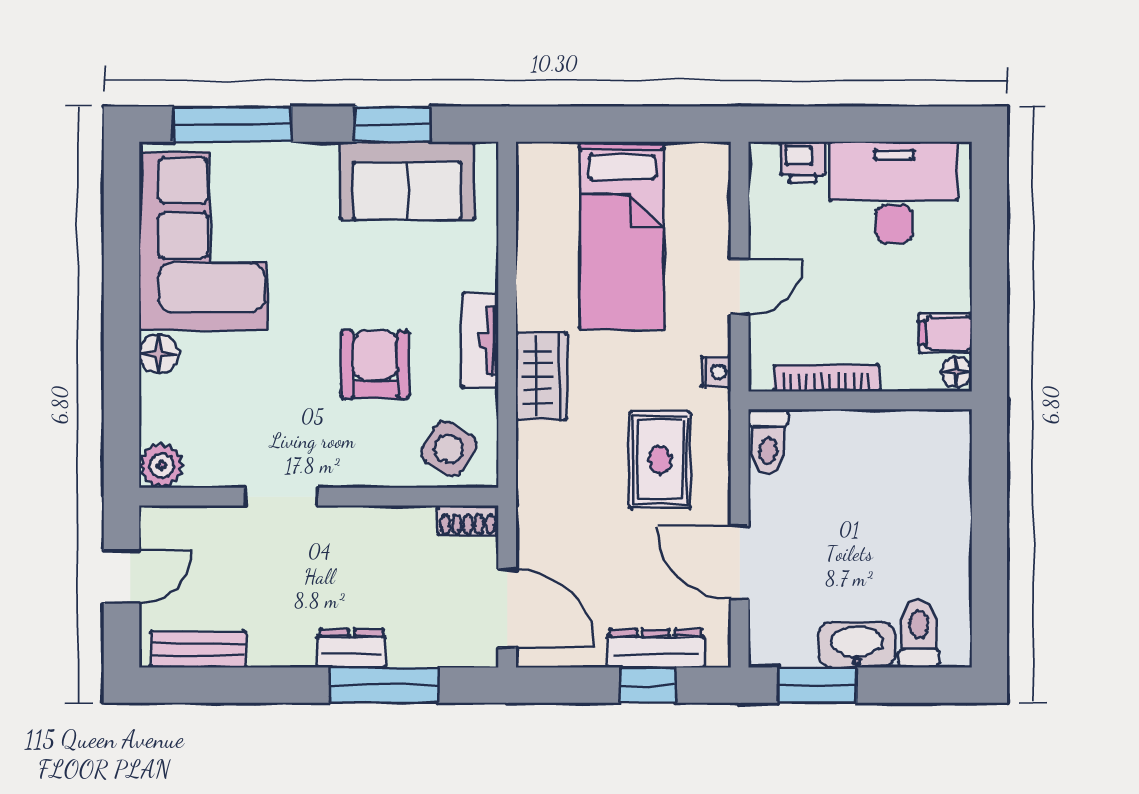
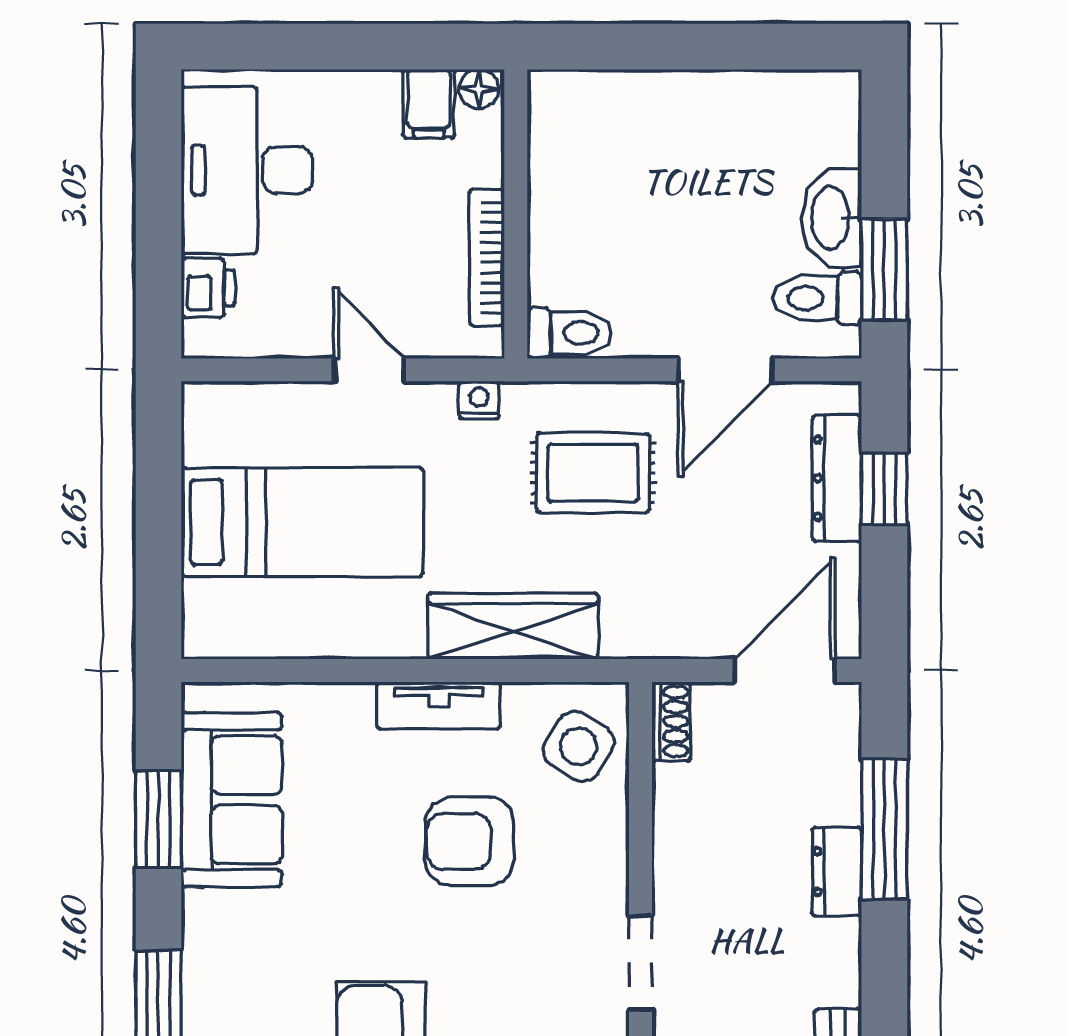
wardrobe: (541, 376) -> (513, 626), width x1.50
toilet: (919, 634) -> (818, 298), moved

